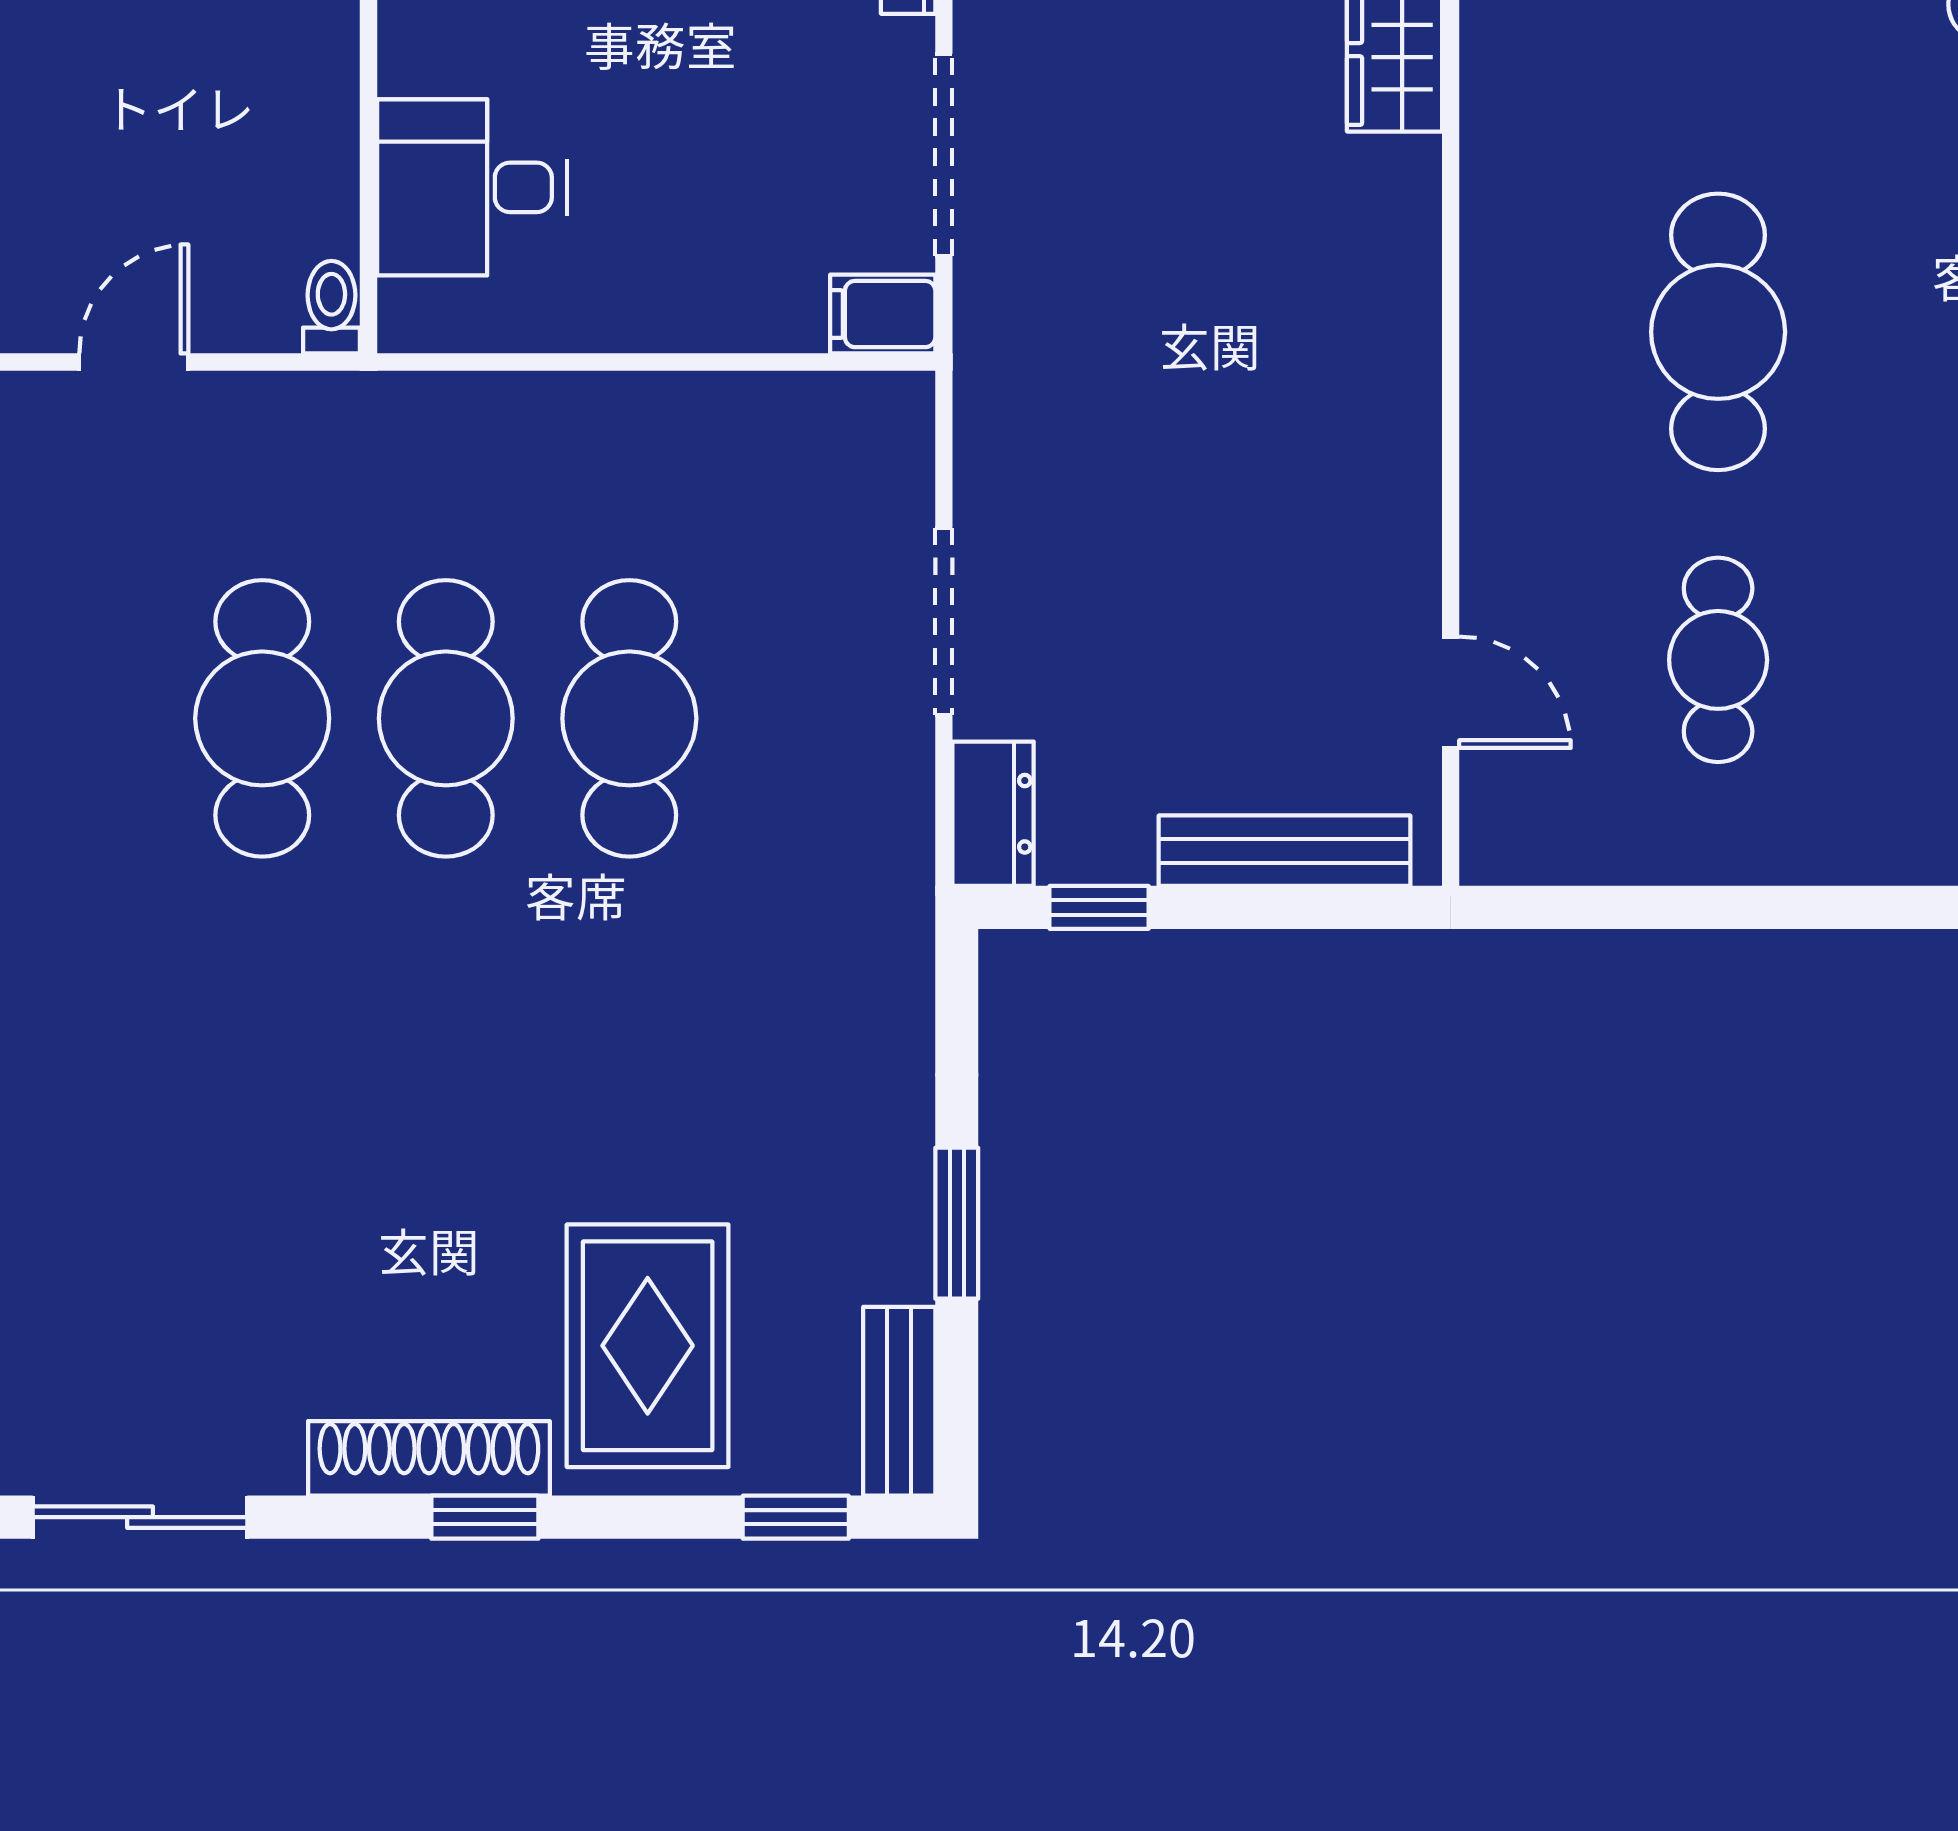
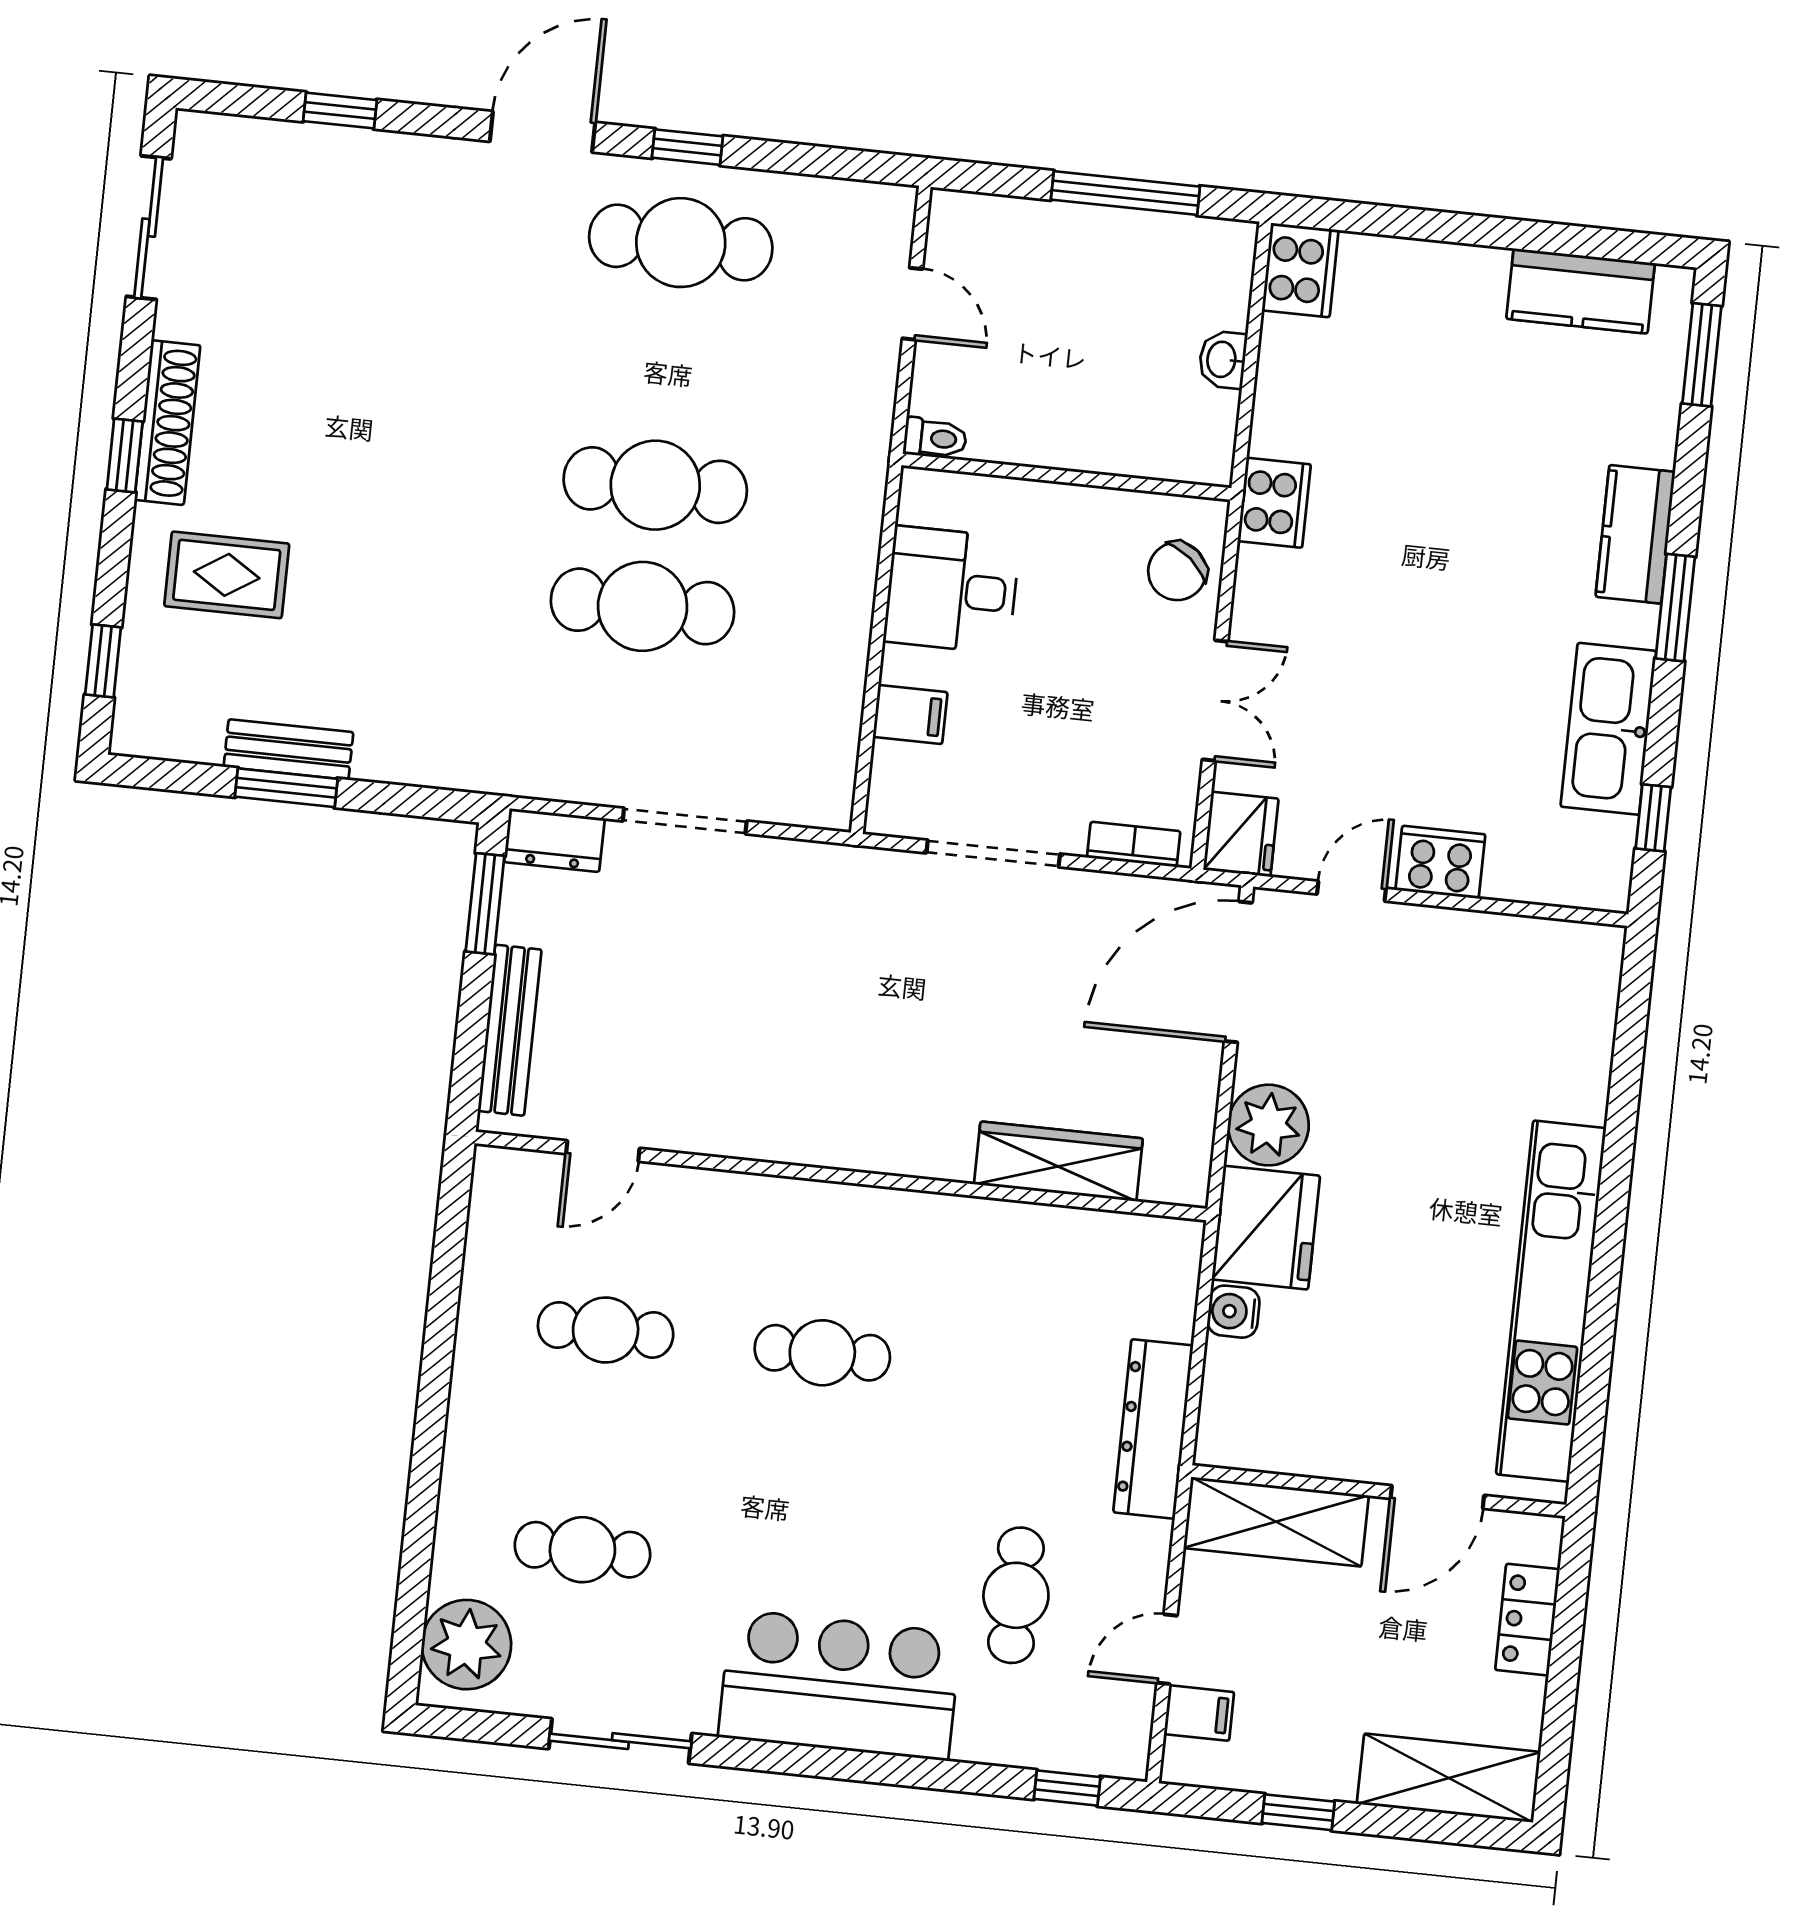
desk: (472, 187) -> (952, 590), moved, turned -90
filing cabinet: (883, 314) -> (910, 715), moved, turned 90
cafe table: (1718, 332) -> (822, 1353), width x0.73, depth x0.74
cafe table: (262, 718) -> (681, 243), moved
window: (1099, 907) -> (485, 904), width x1.50
rug: (648, 1346) -> (227, 575), width x0.73, depth x0.70
bench: (899, 1401) -> (288, 750), moved

